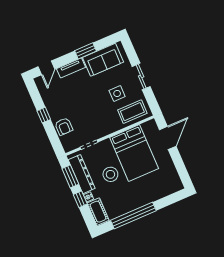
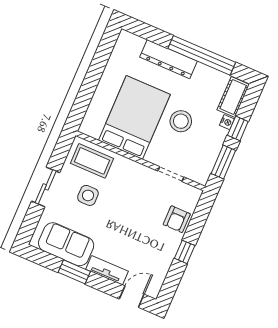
armchair: (64, 126) -> (177, 219), turned 180
door: (168, 138) -> (84, 97), removed
dresser: (82, 174) -> (168, 59), moved, turned -90

